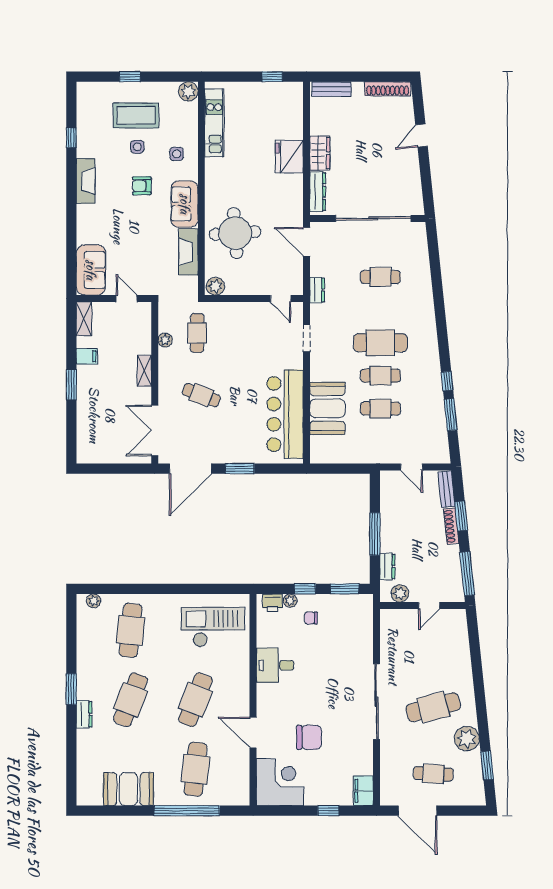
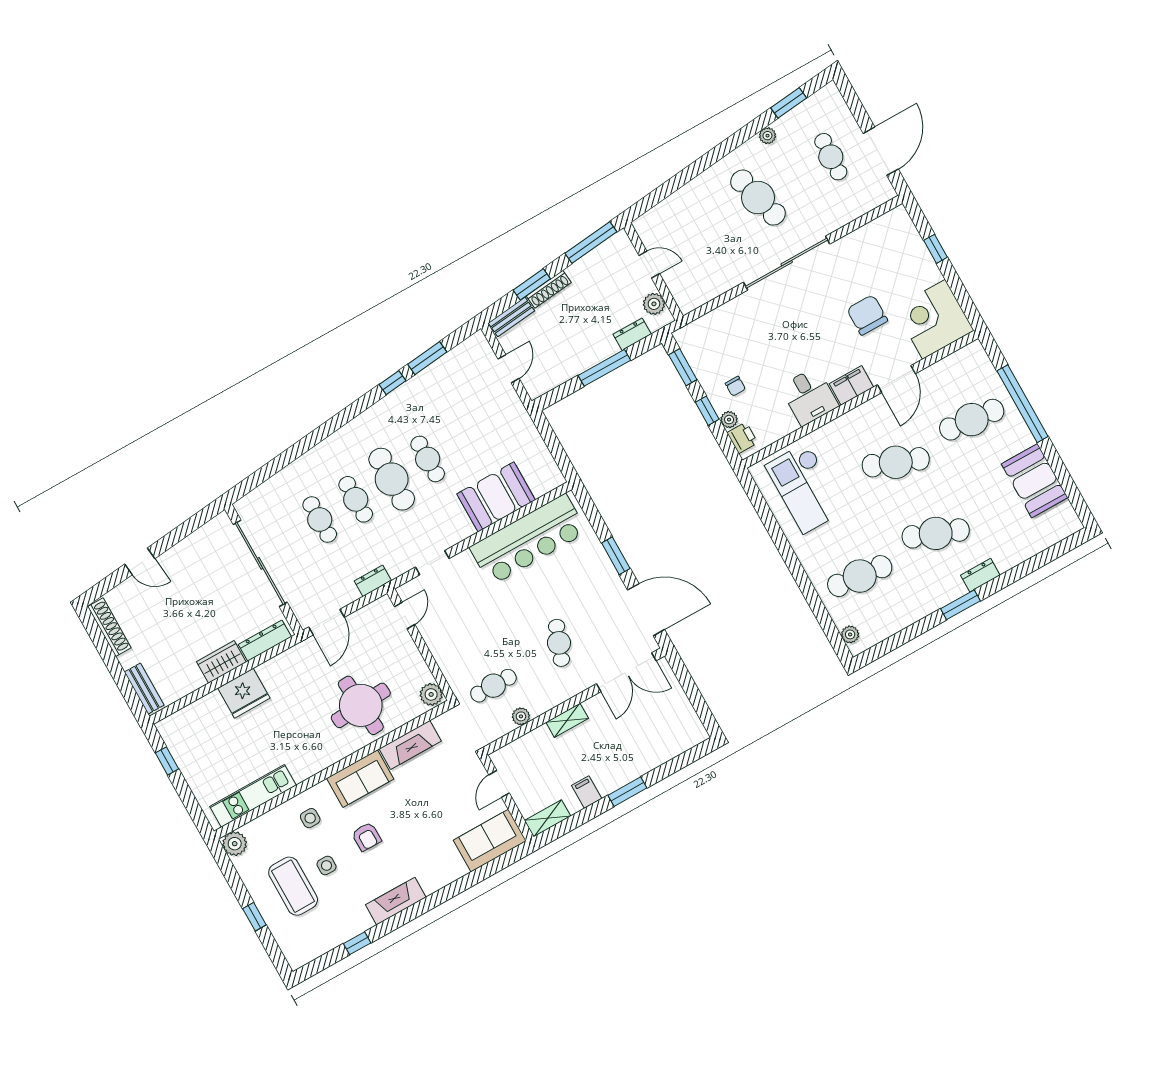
cafe table: (380, 409) -> (356, 499), moved
plant: (467, 739) -> (767, 136), width x0.53, depth x0.53
filing cabinet: (363, 791) -> (851, 385), moved, turned 180

